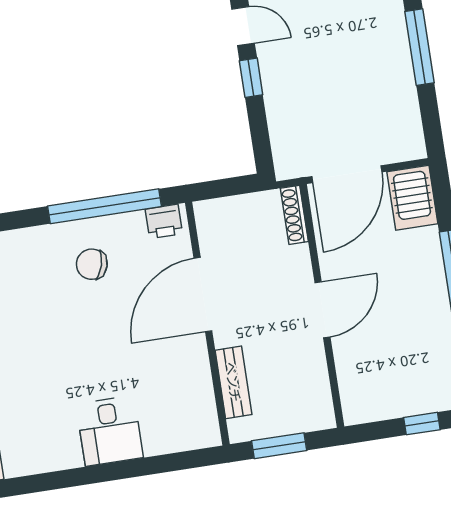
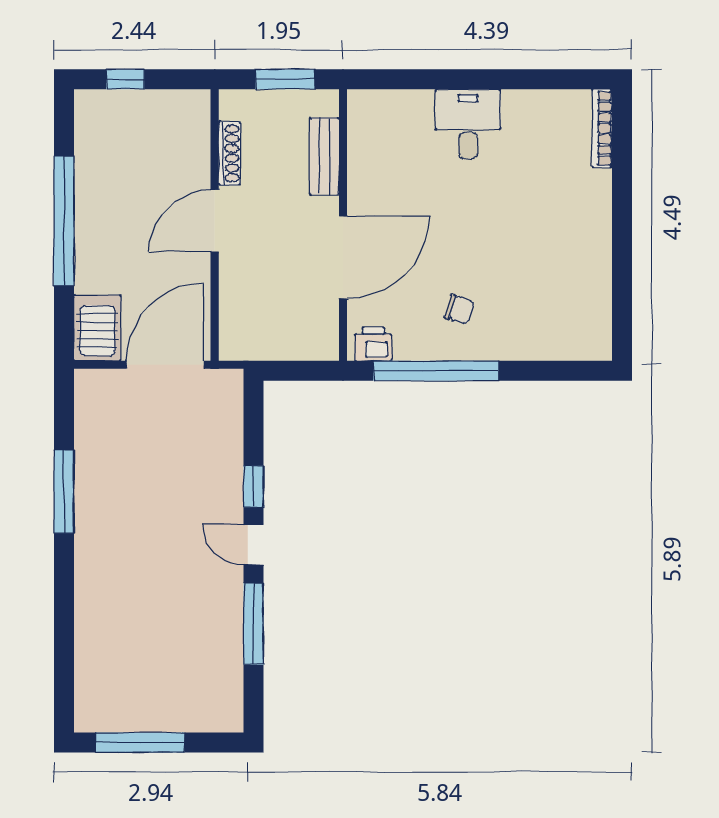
shoe rack: (294, 215) -> (229, 153), moved
chair: (92, 264) -> (459, 309), width x0.73, depth x0.73

